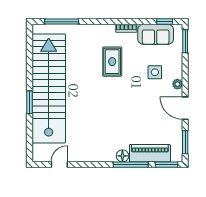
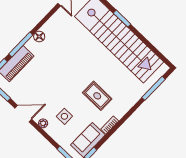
floor lamp: (122, 156) -> (39, 36), moved

